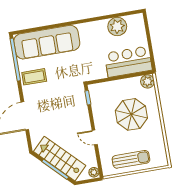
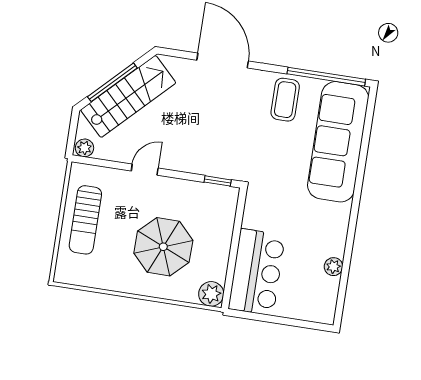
plant: (117, 27) -> (333, 267), width x0.53, depth x0.53

